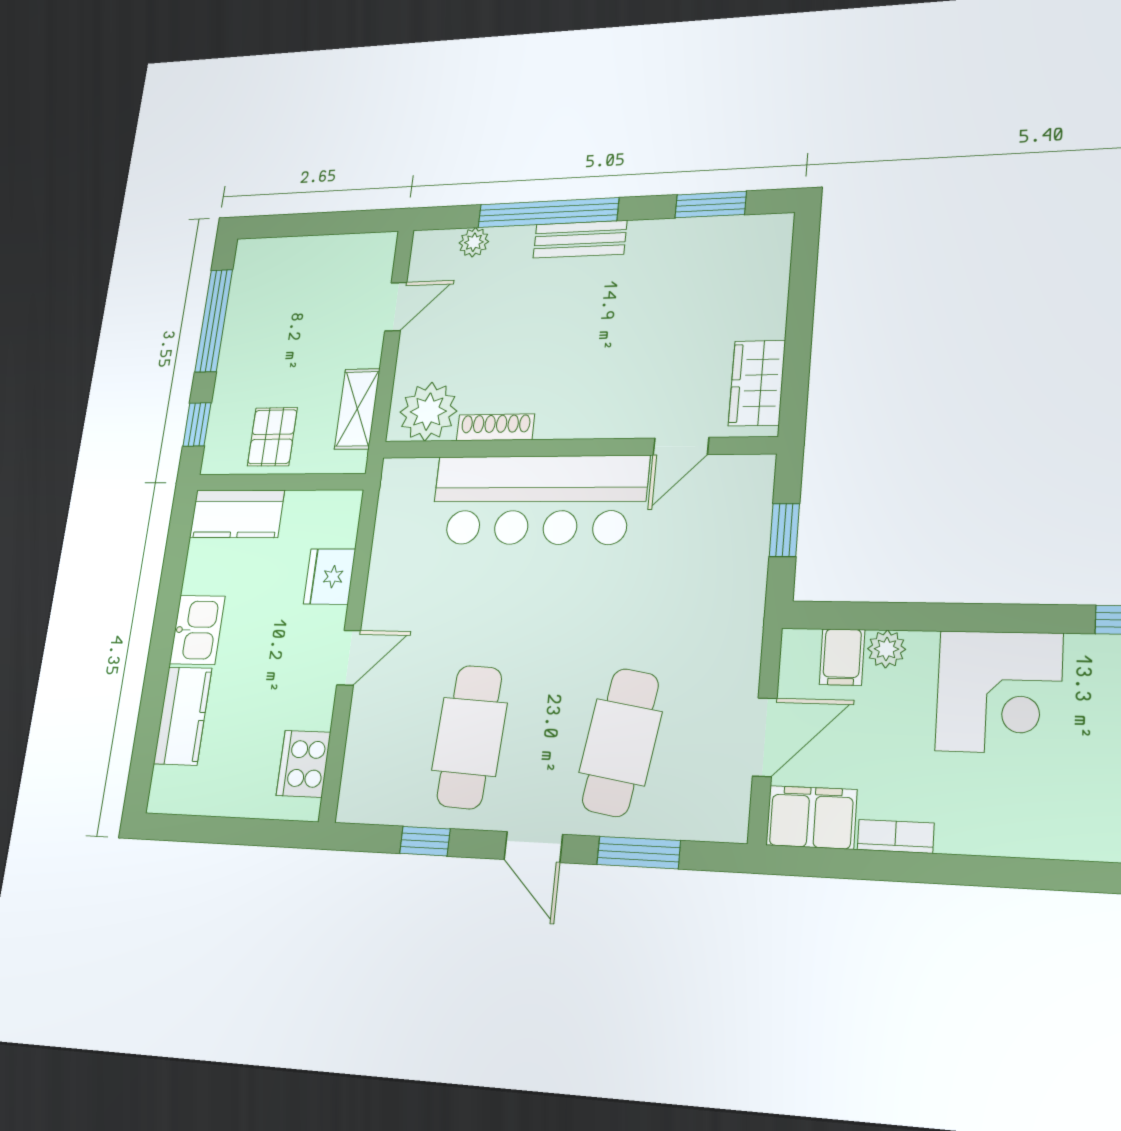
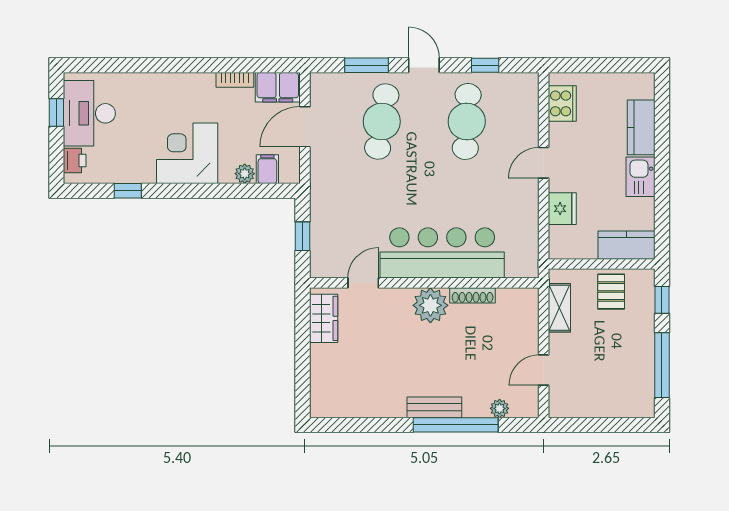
window: (711, 205) -> (358, 425), removed
plant: (428, 412) -> (430, 305), moved

